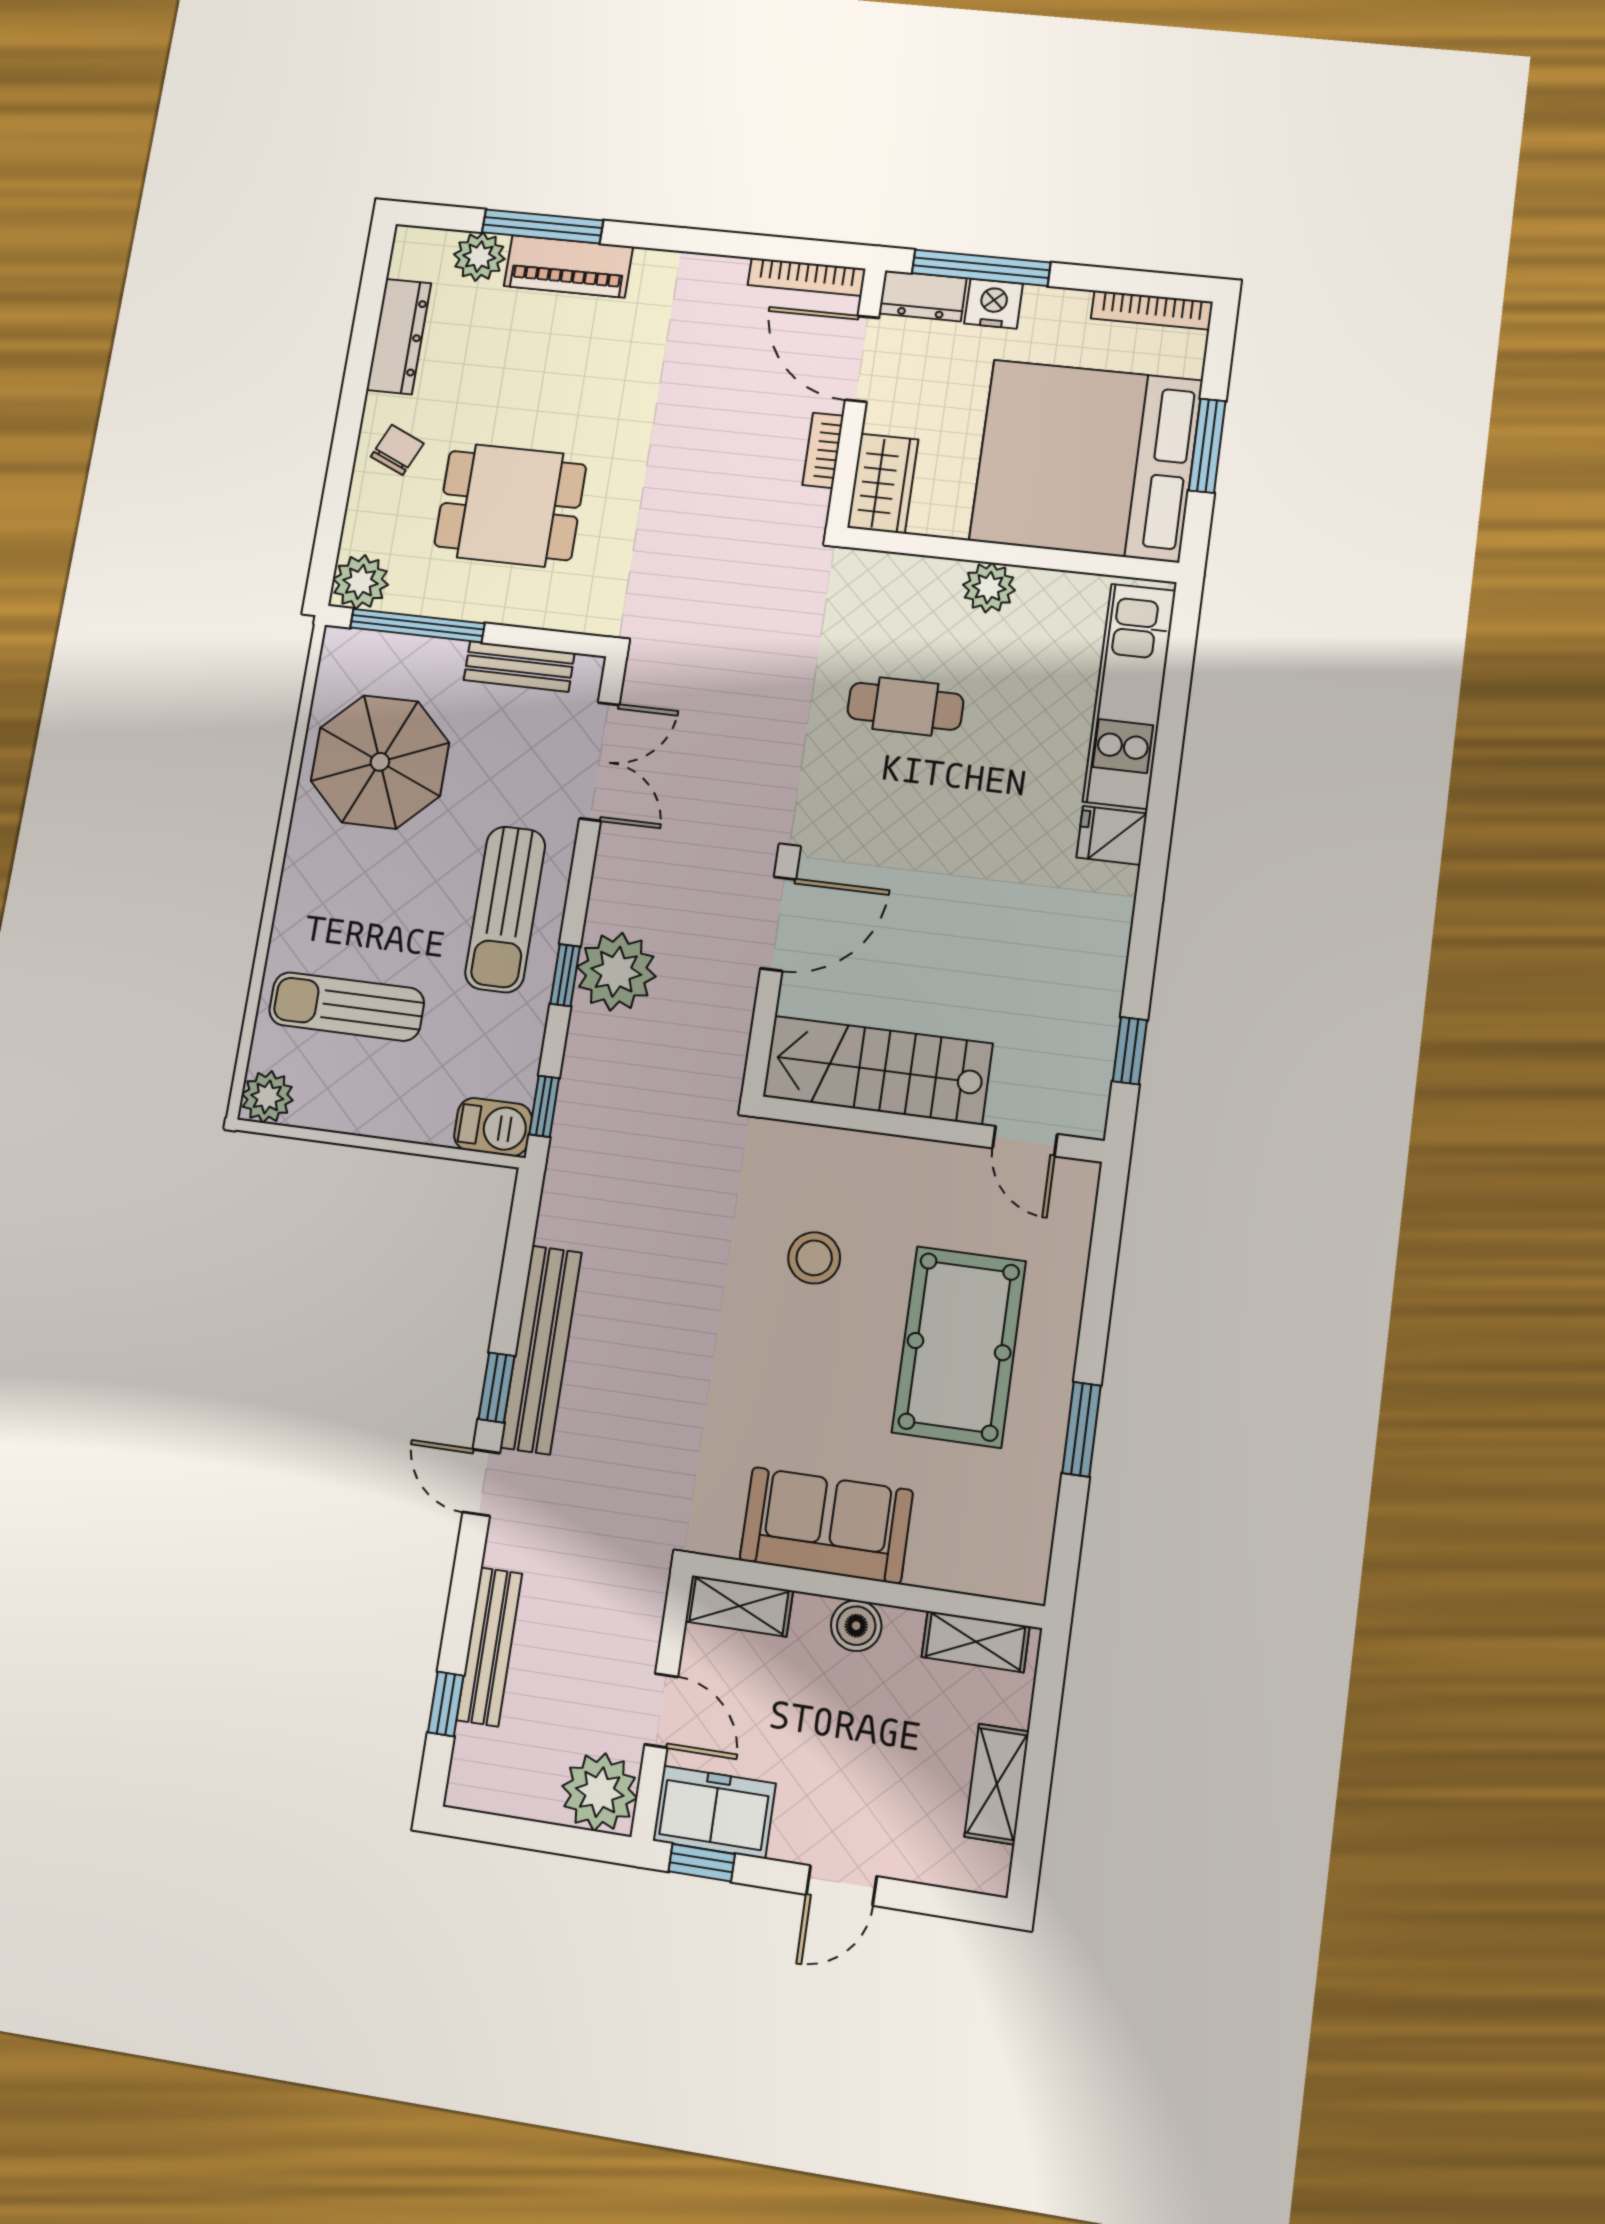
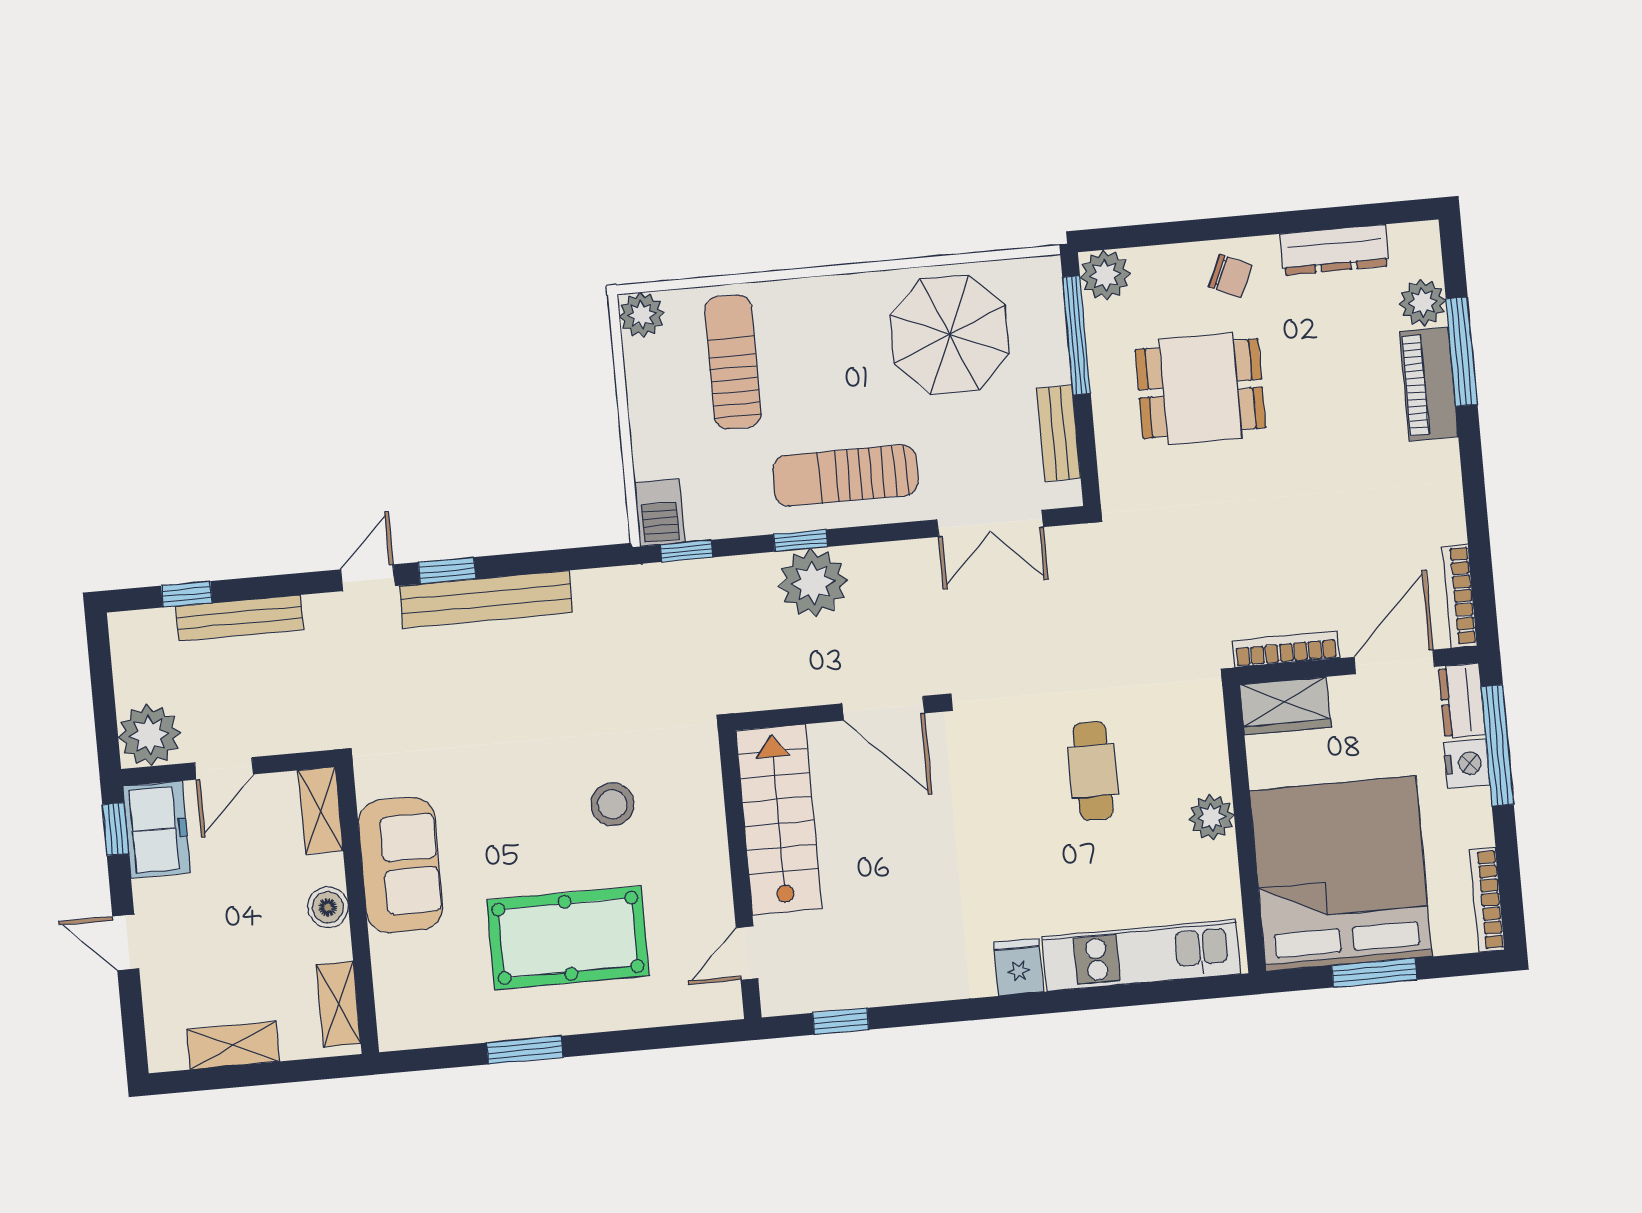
bookcase: (823, 450) -> (1286, 649), width x1.56
dining table: (510, 505) -> (1200, 389), turned 90

